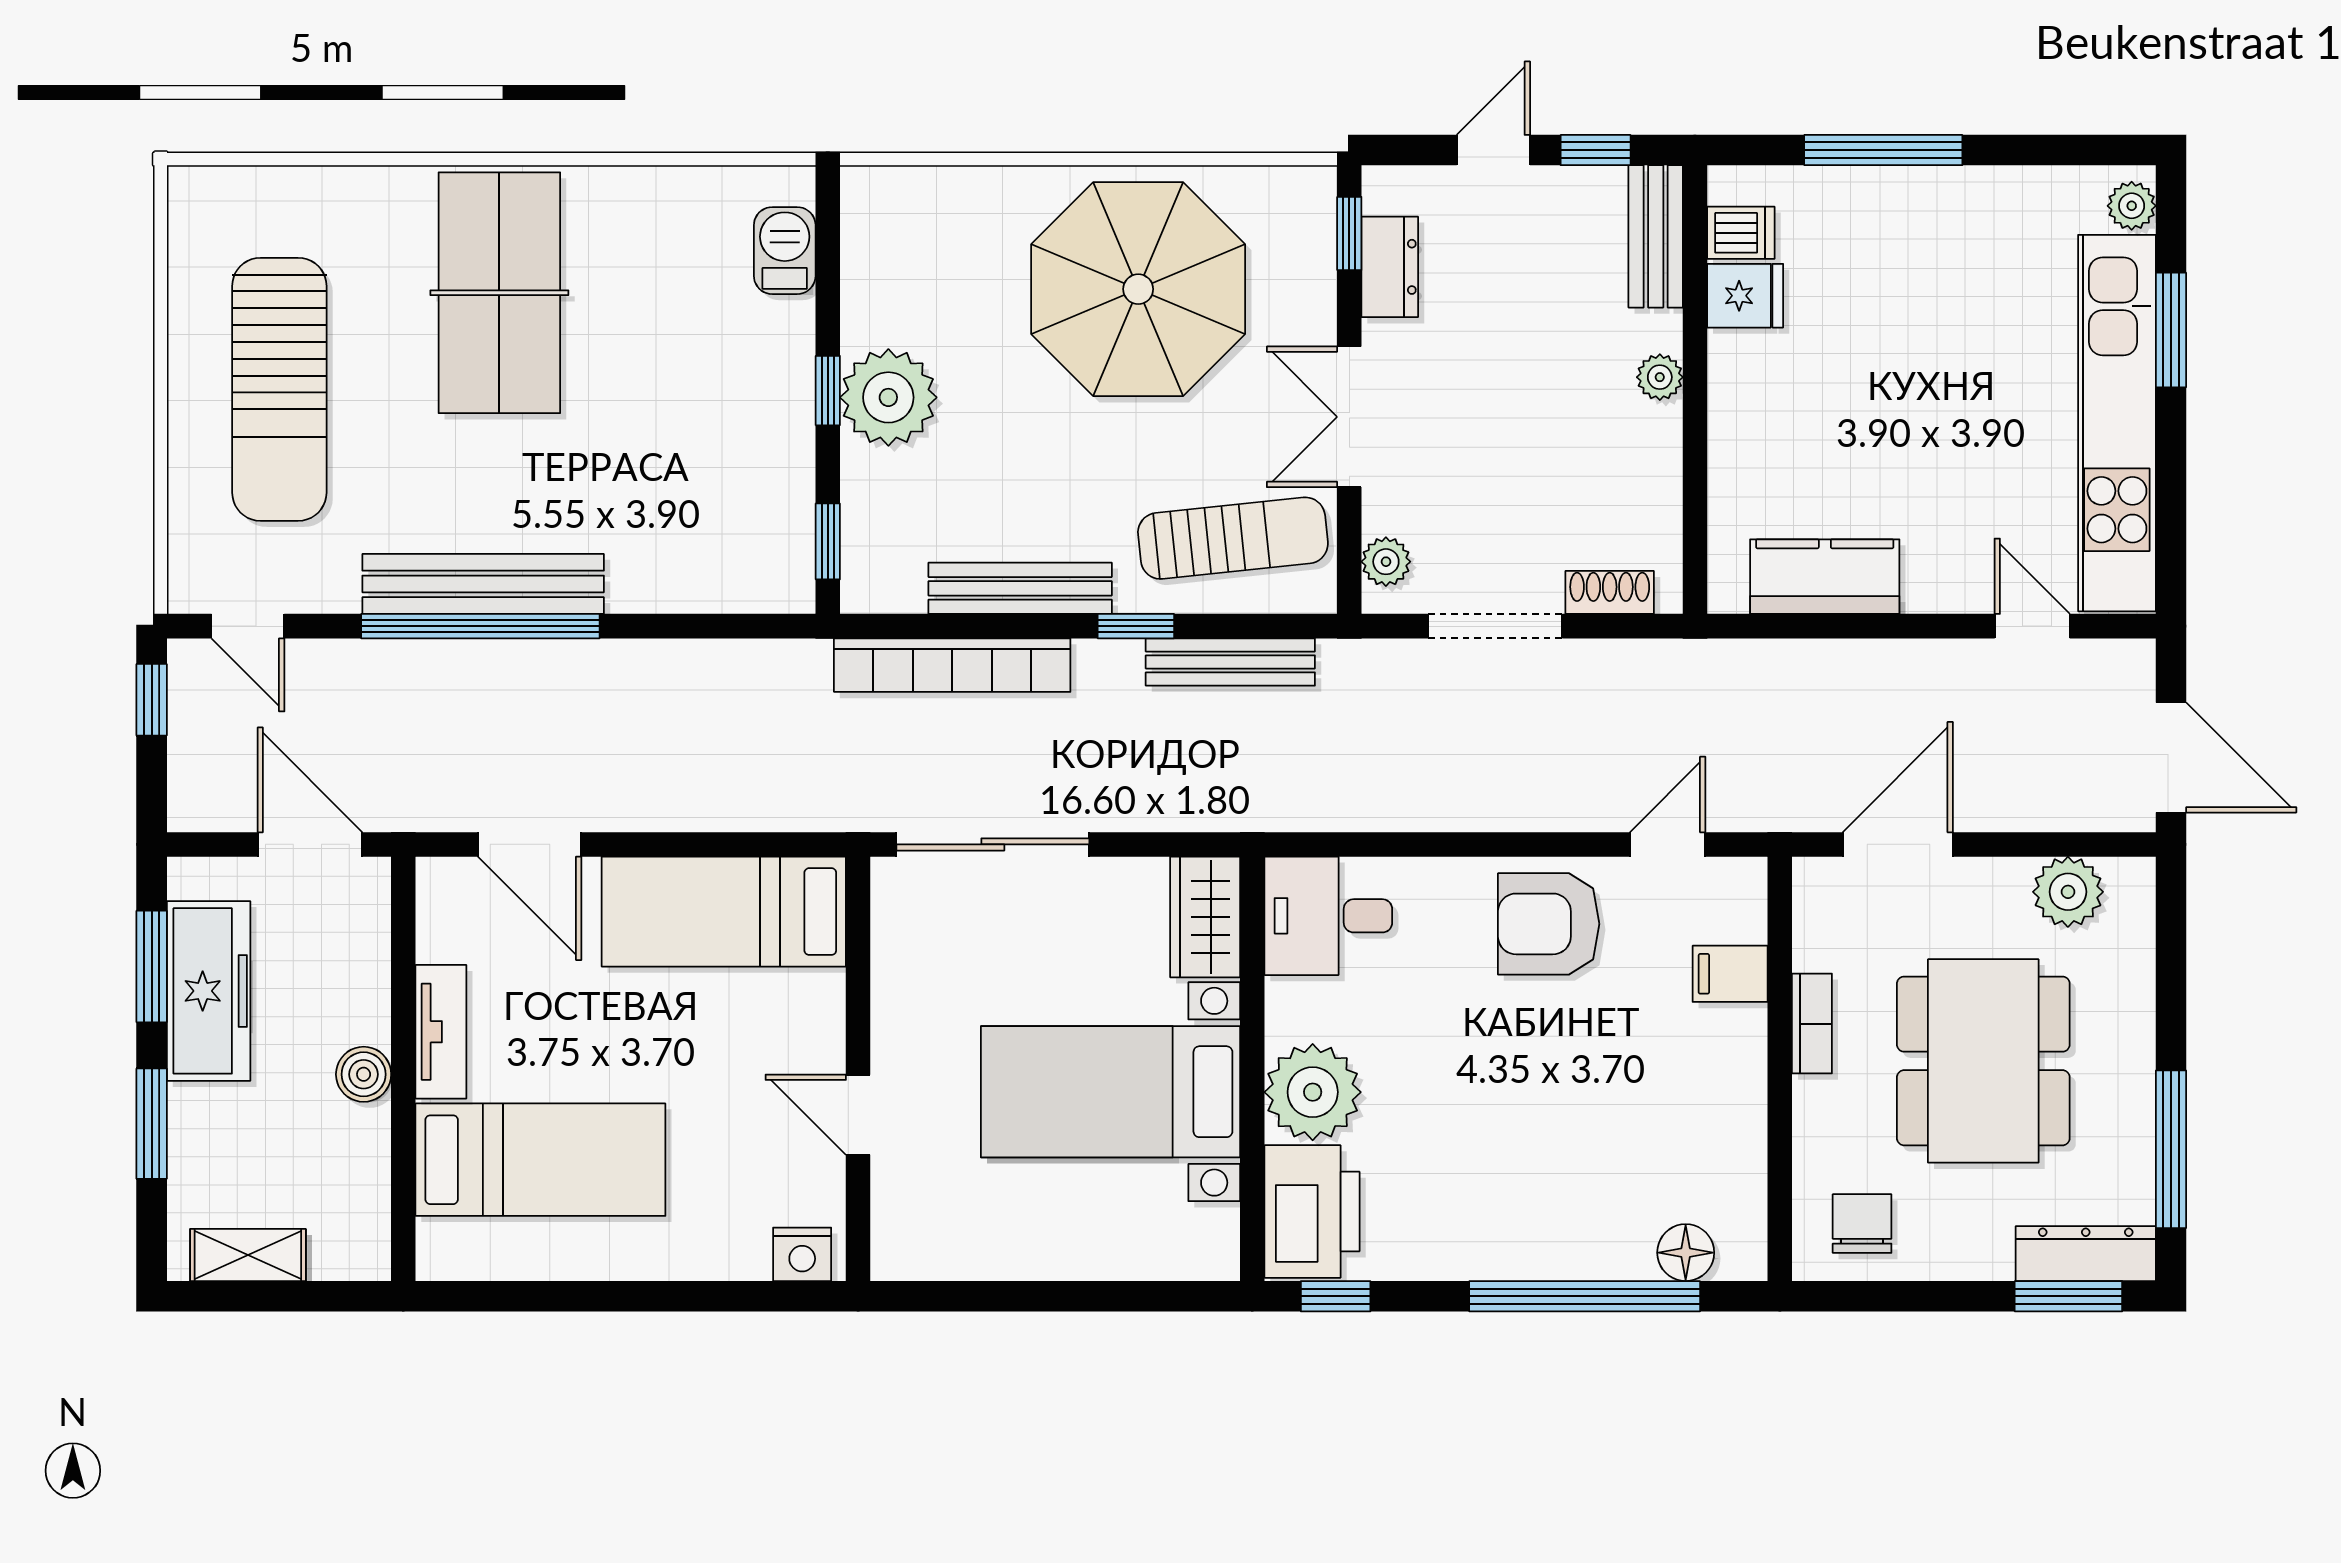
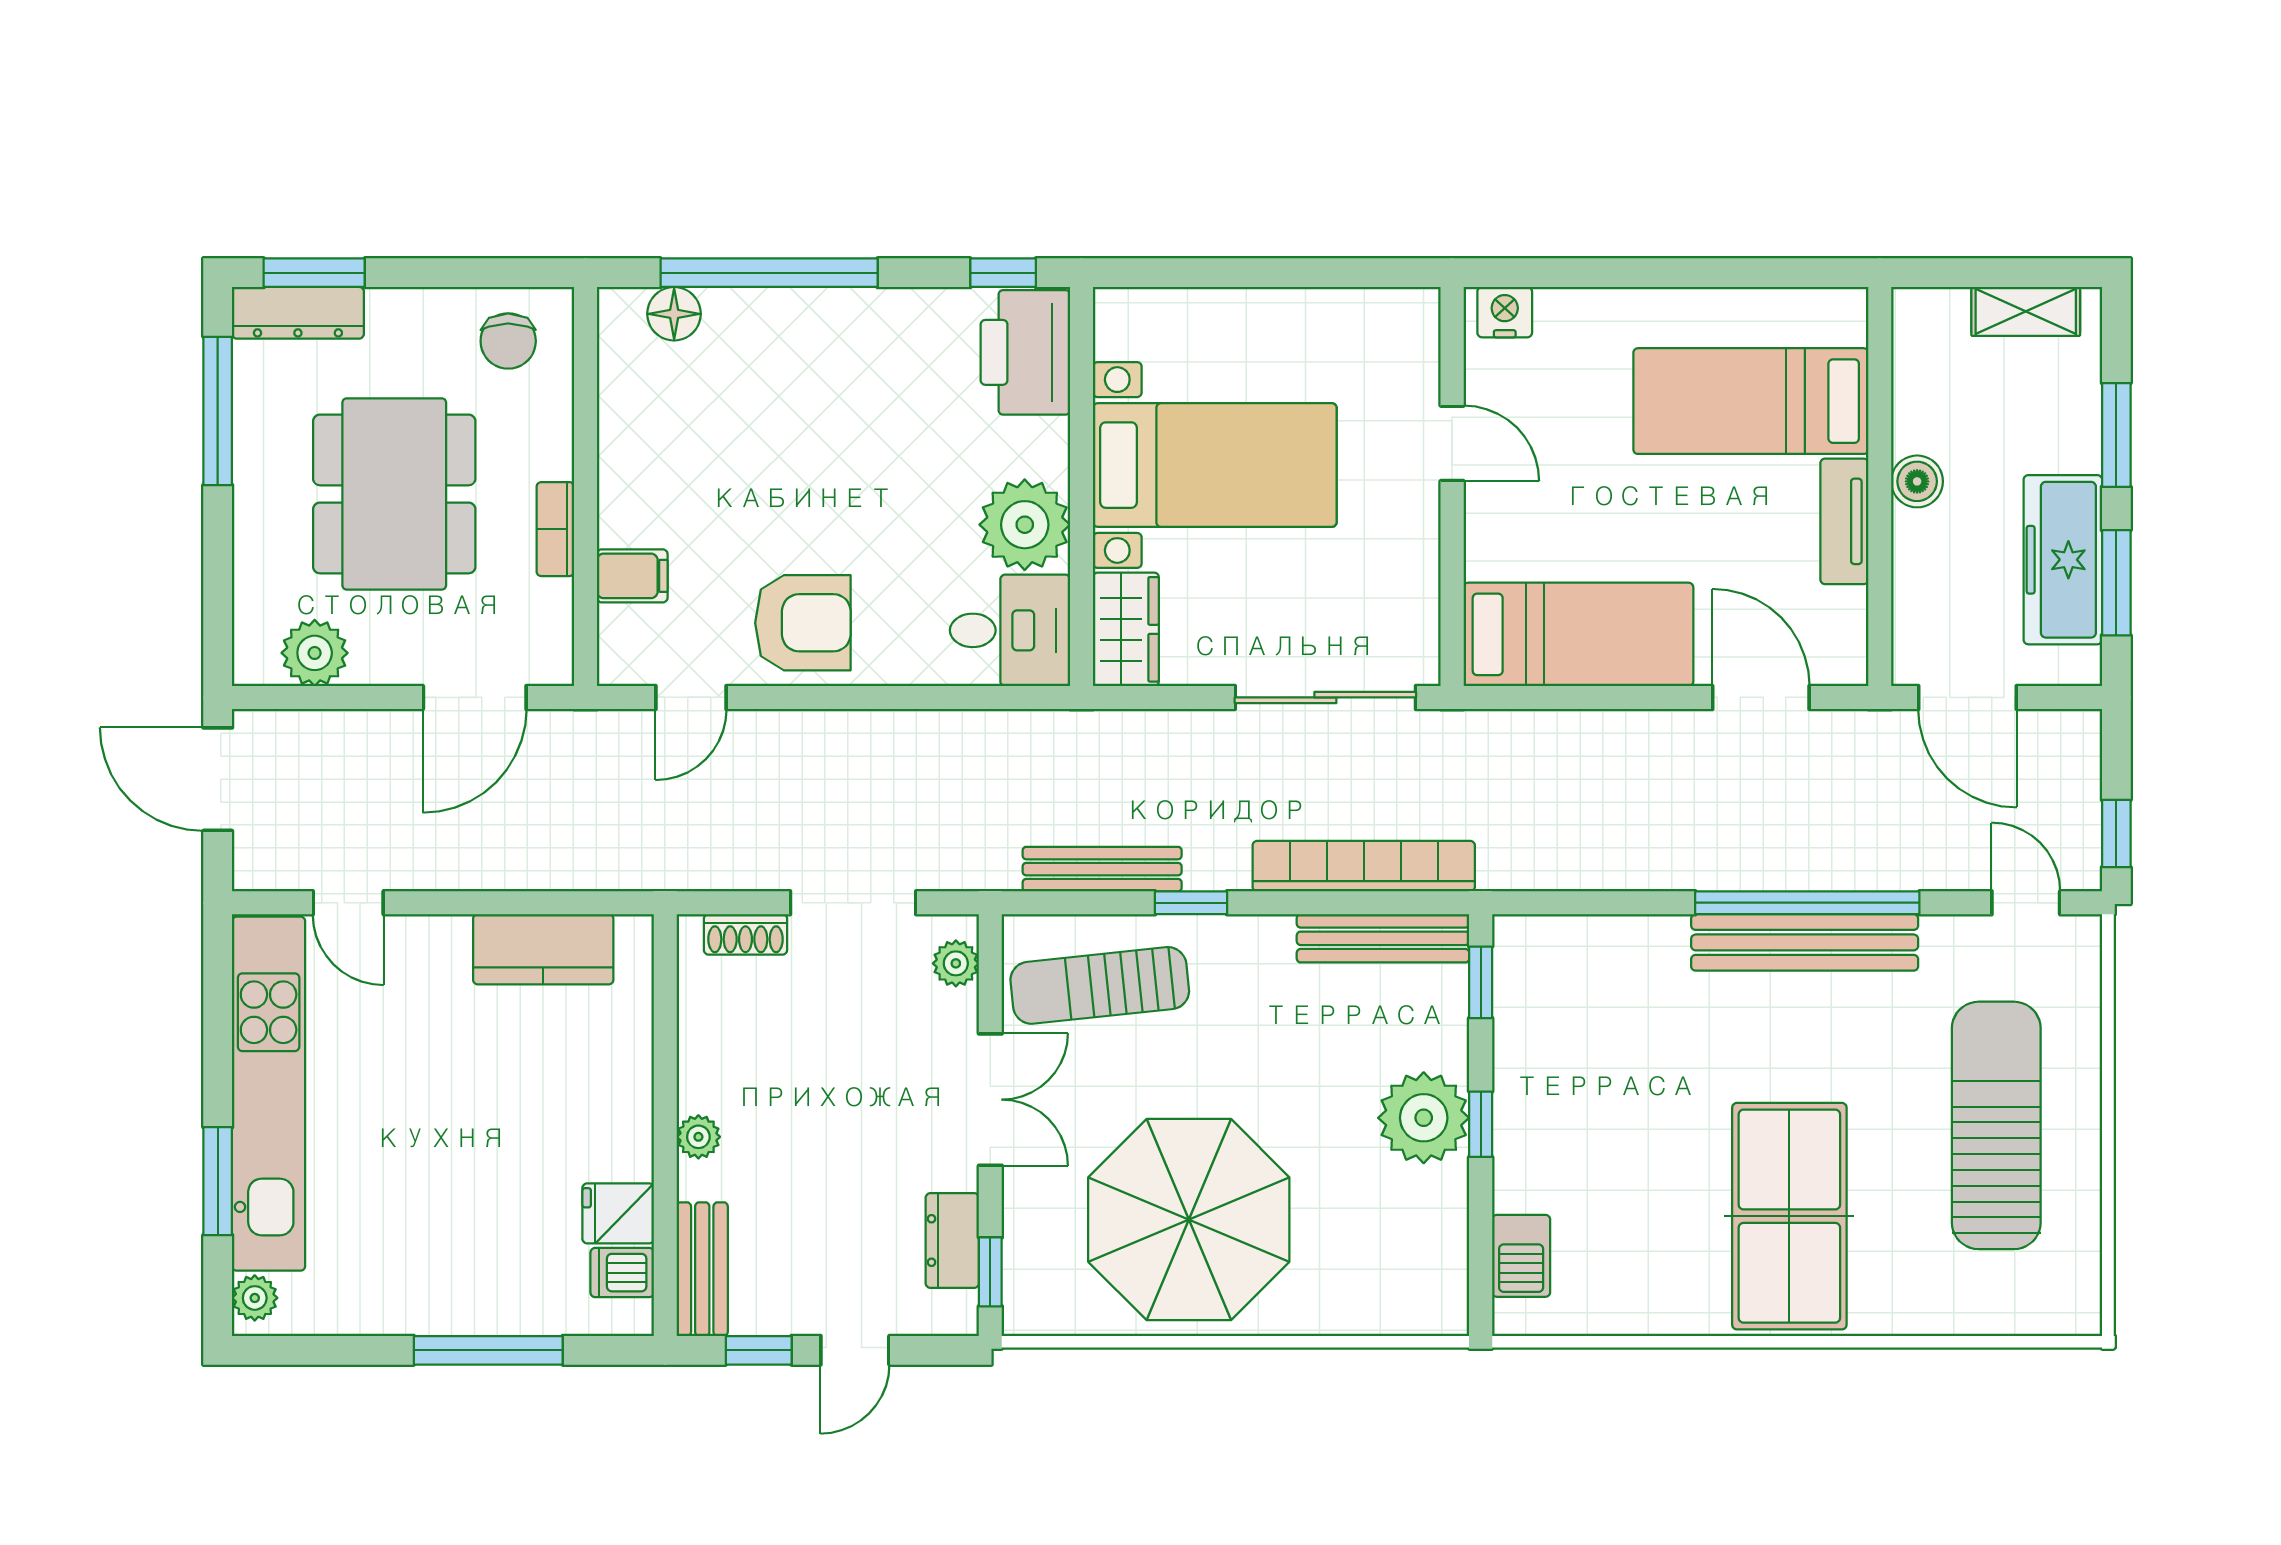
bench: (1020, 588) -> (1383, 938), moved
plant: (1313, 1092) -> (1025, 525), moved

